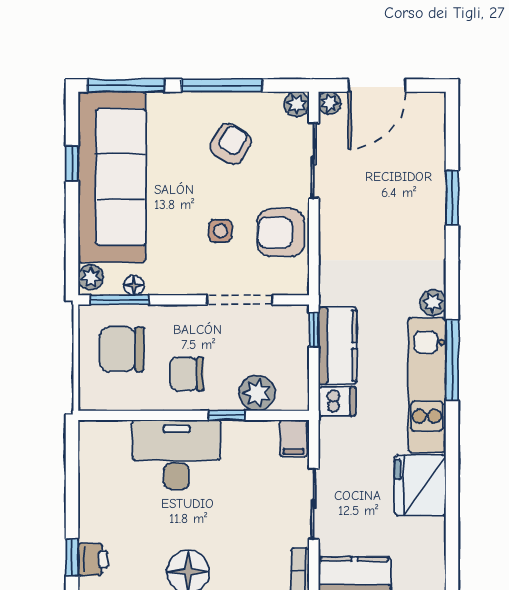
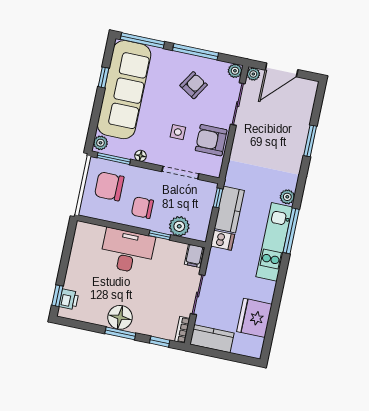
floor lamp: (134, 285) -> (141, 156), moved
fridge: (420, 485) -> (254, 318), moved

